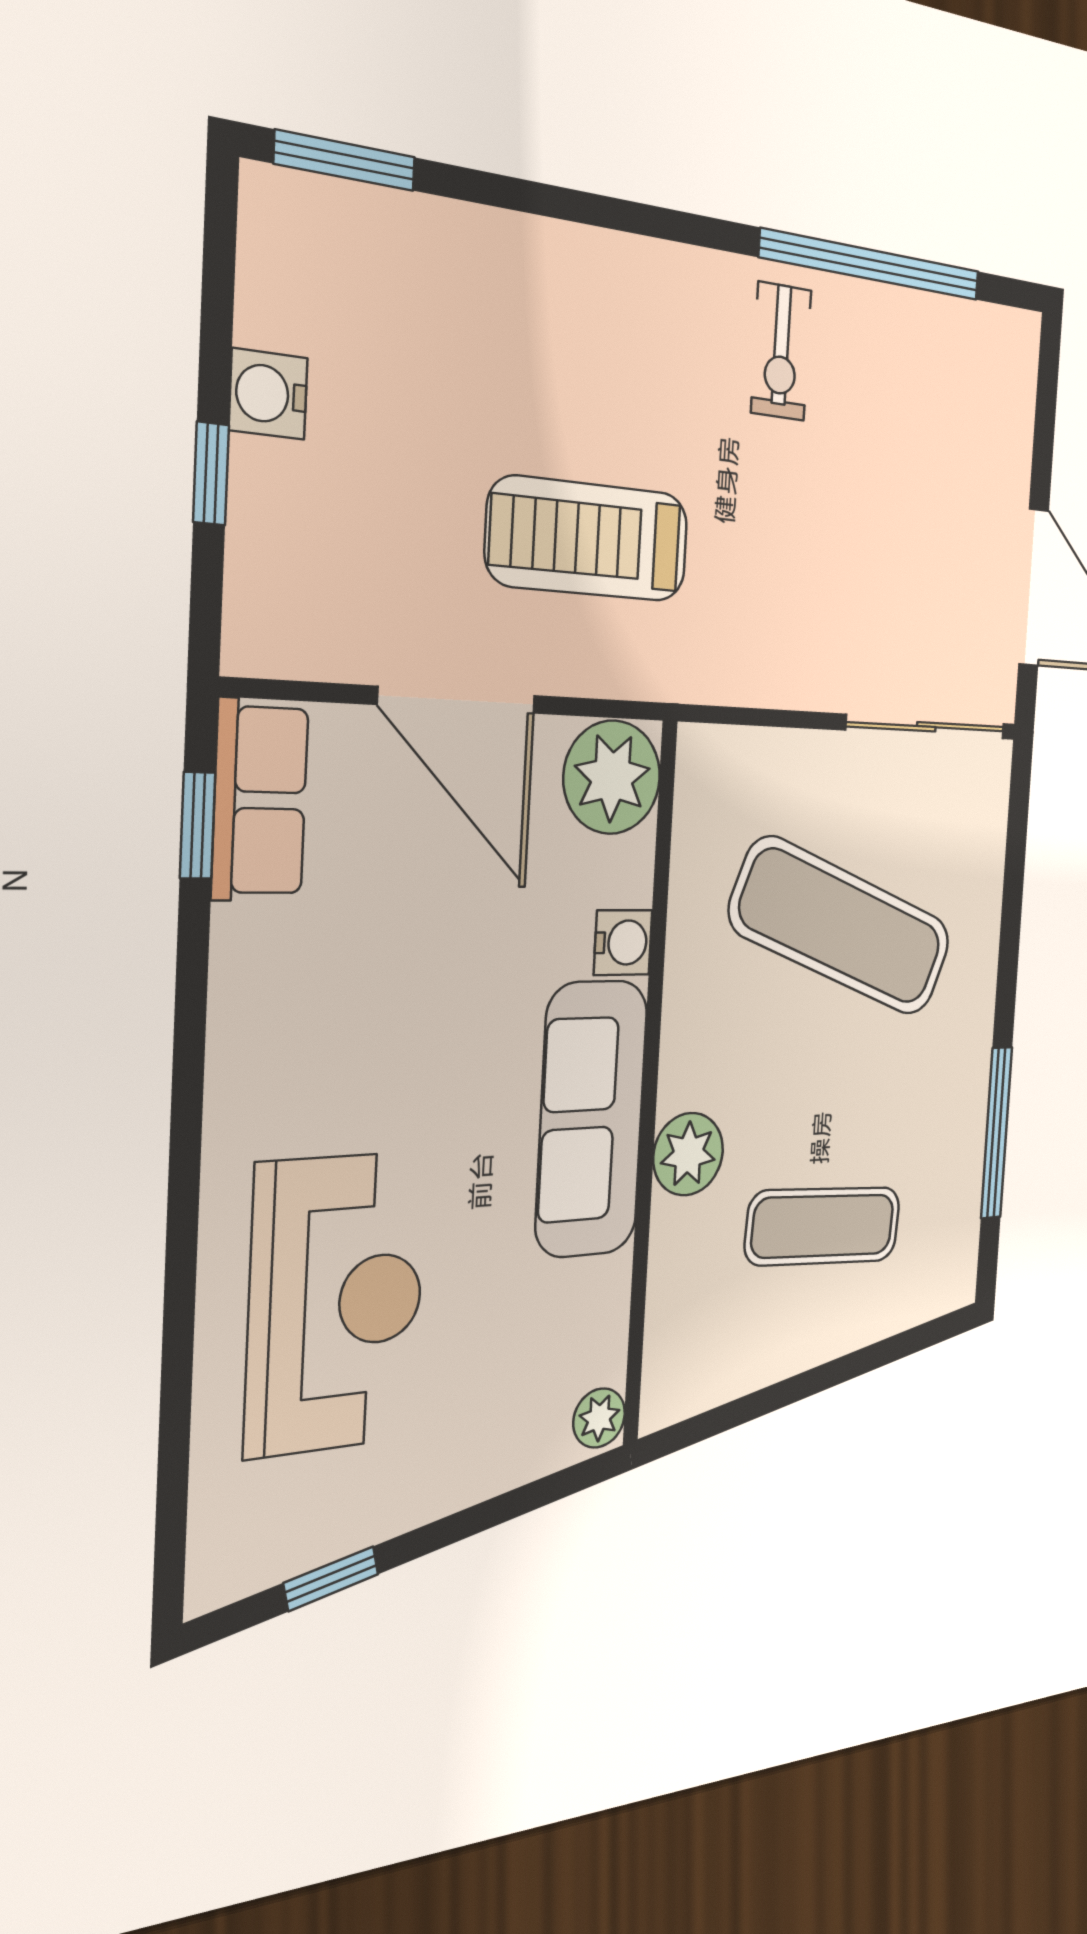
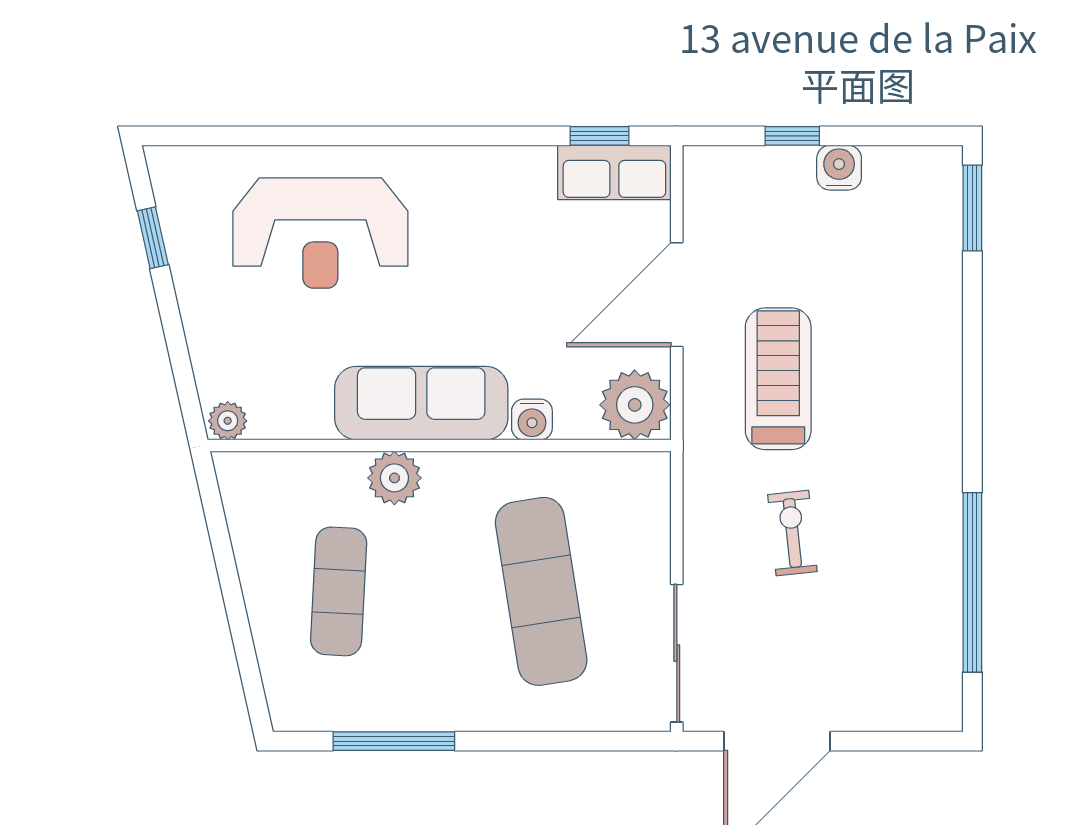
exercise bike: (781, 351) -> (792, 533), moved, turned 84
exercise mat: (842, 927) -> (541, 591), turned -30

